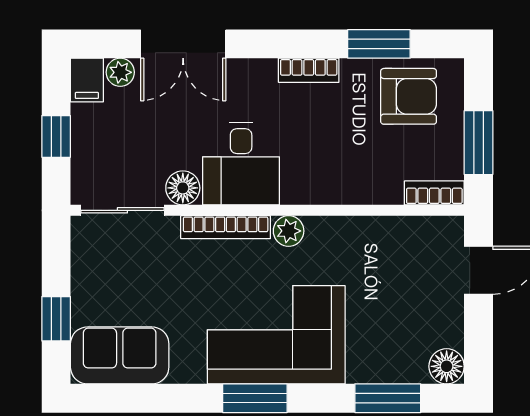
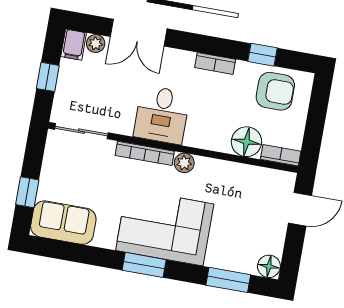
window: (379, 44) -> (262, 55), width x0.67
window: (479, 143) -> (314, 128), removed
floor lamp: (183, 188) -> (246, 142), moved, width x1.38, depth x1.38

